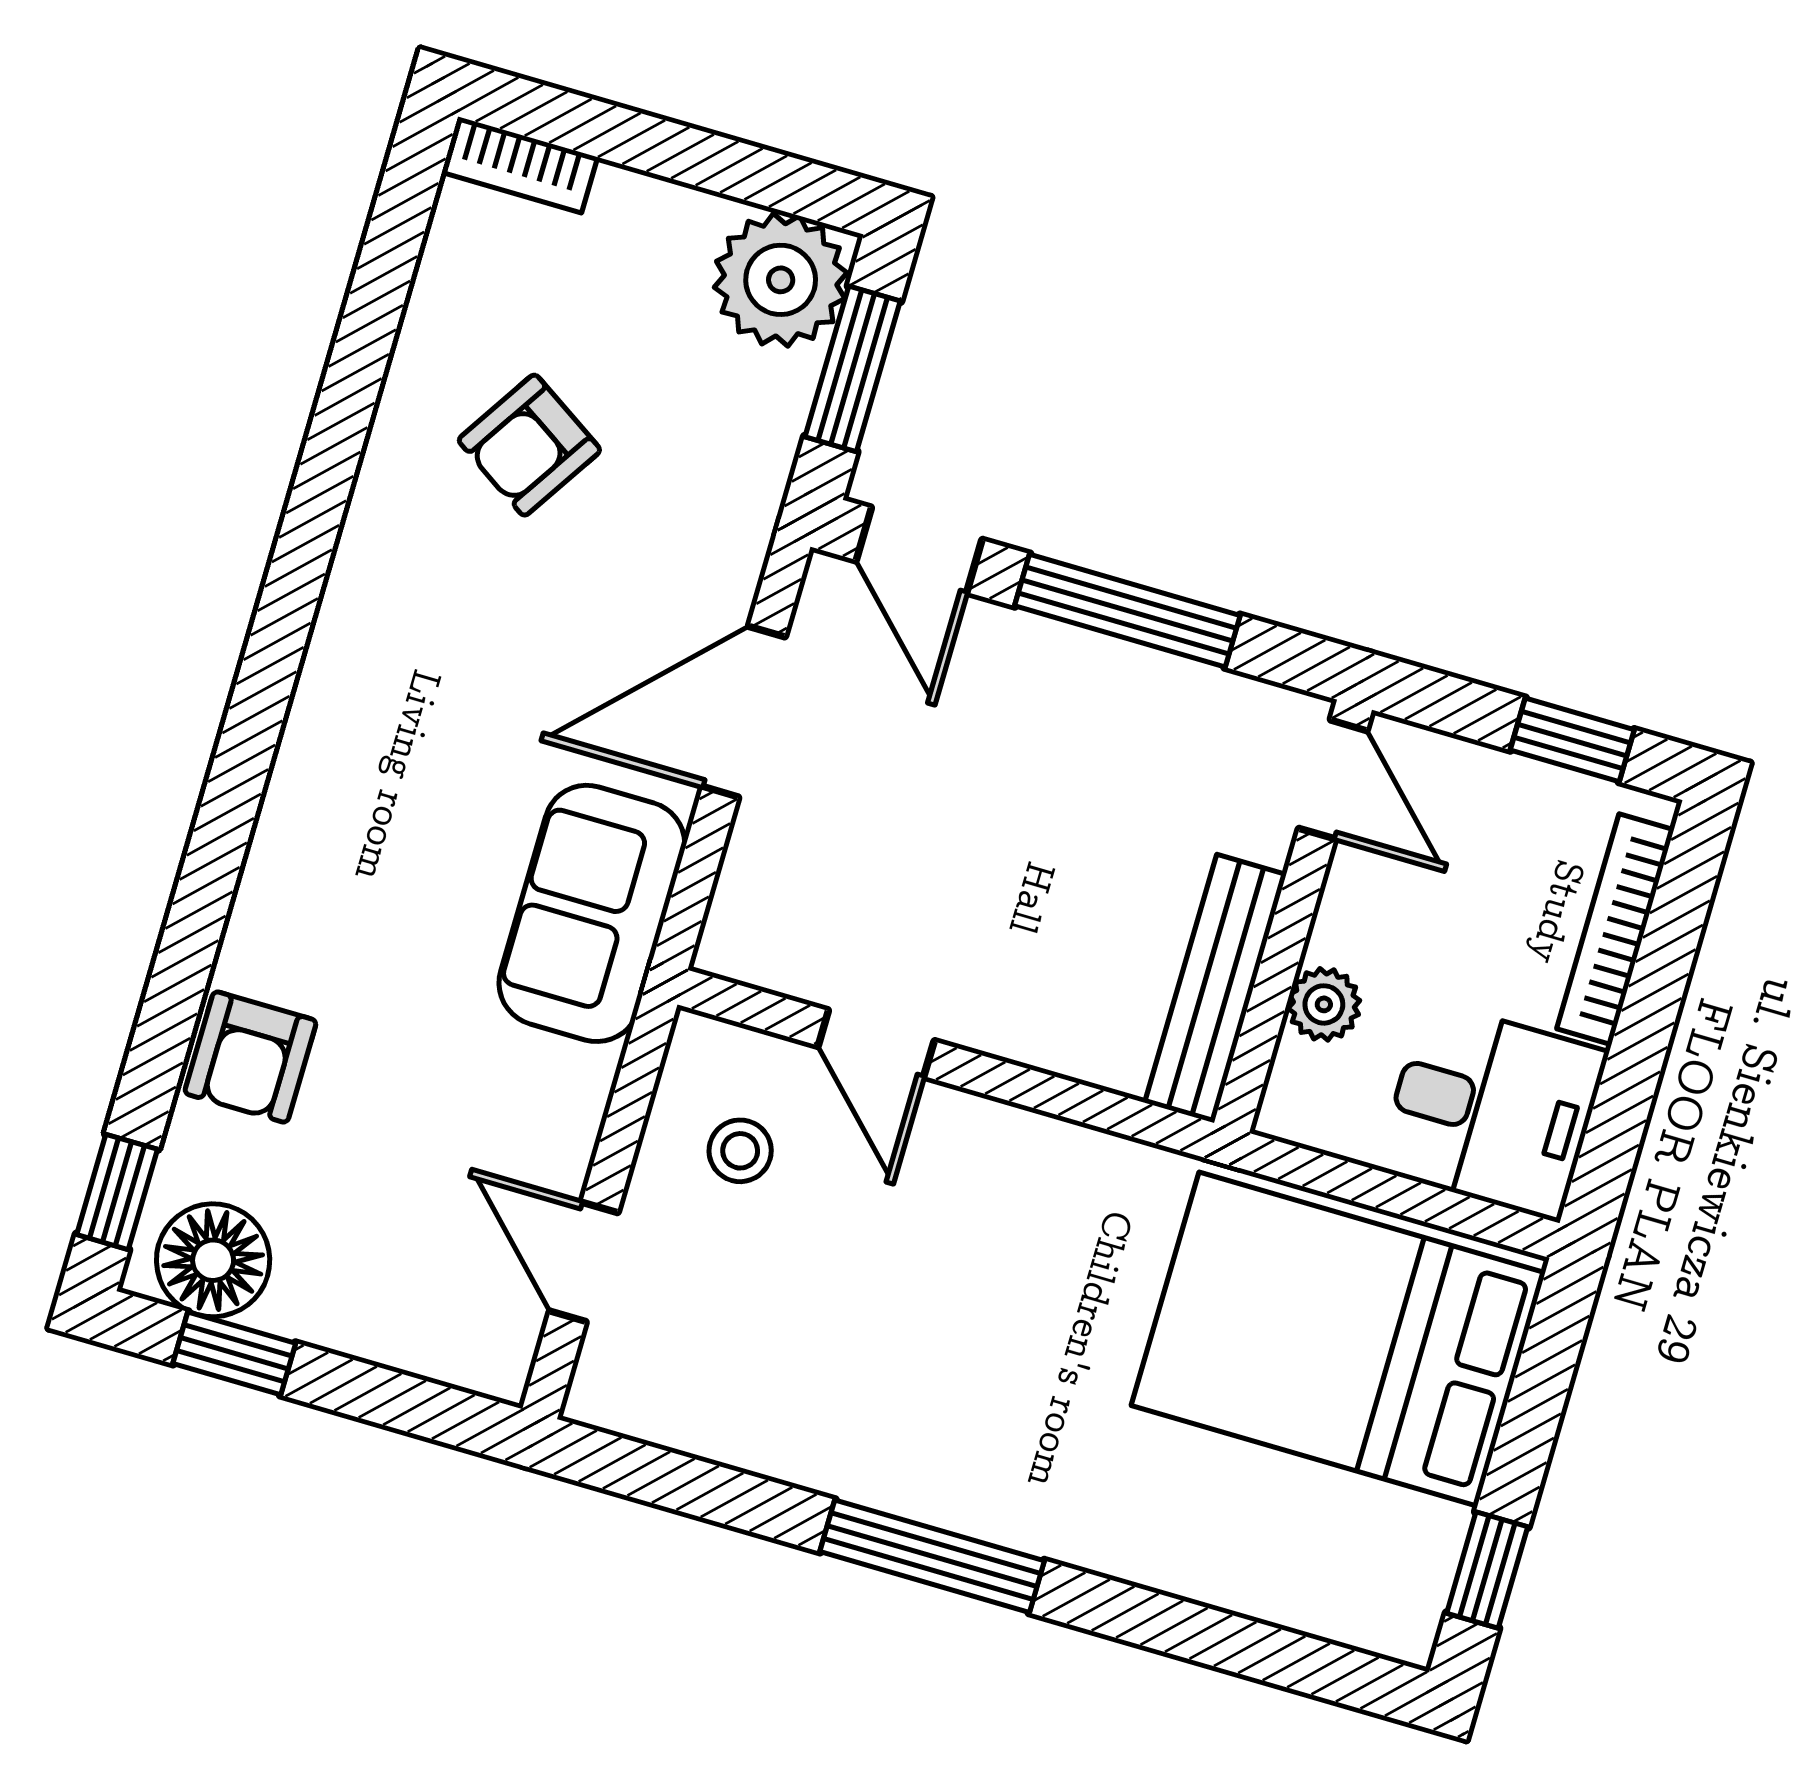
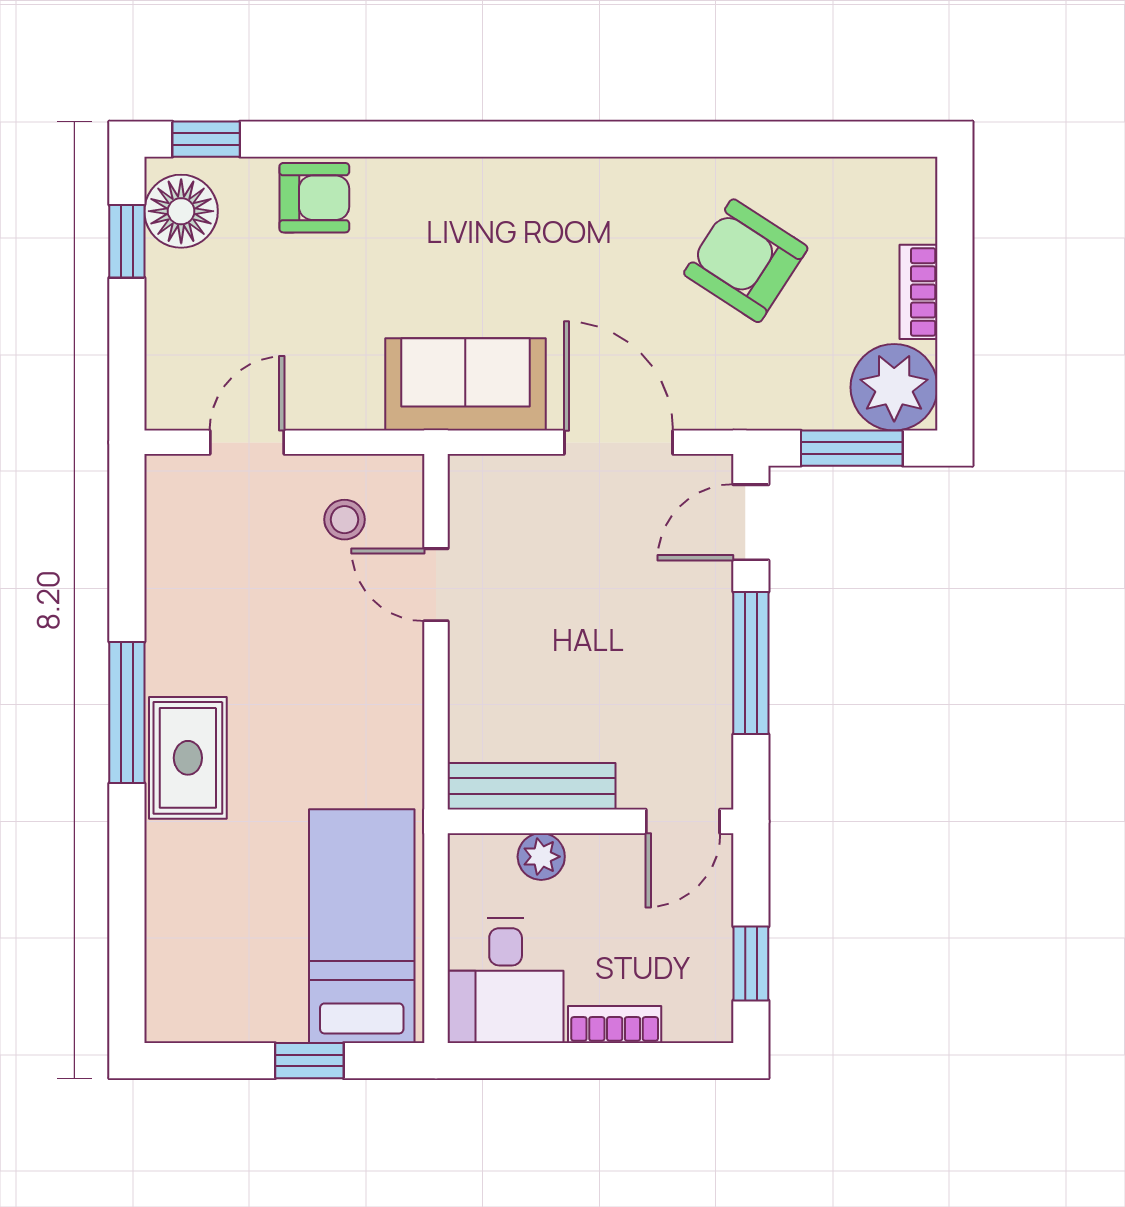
bookcase: (519, 165) -> (919, 292), moved
armchair: (529, 445) -> (746, 261), width x1.38, depth x1.38
bookcase: (1615, 929) -> (615, 1024), width x0.64
door: (876, 1043) -> (436, 585), hinge flipped
armchair: (250, 1057) -> (314, 198), turned 180
bed: (1338, 1339) -> (362, 926), width x0.67
rug: (1026, 1485) -> (188, 758), added
window: (1487, 1570) -> (309, 1061), moved

